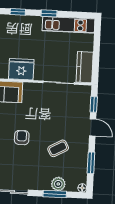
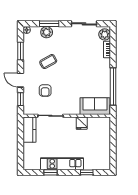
window: (49, 13) -> (50, 172), moved
kitchen unit: (68, 25) -> (62, 164), moved
fridge: (21, 69) -> (82, 123), width x0.53, depth x0.75
armchair: (22, 138) -> (45, 90), moved

